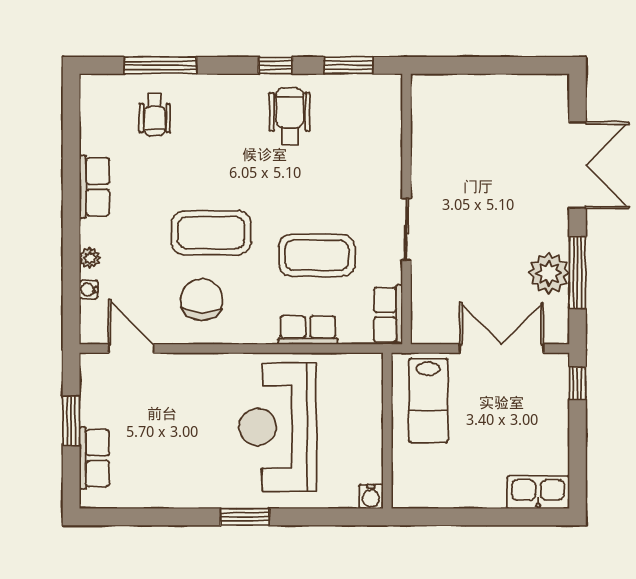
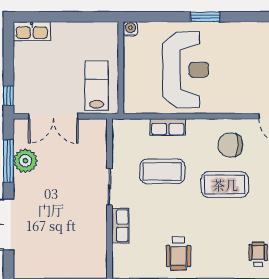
chair: (202, 300) -> (230, 145), turned 88
row of seats: (388, 315) -> (120, 226), moved

